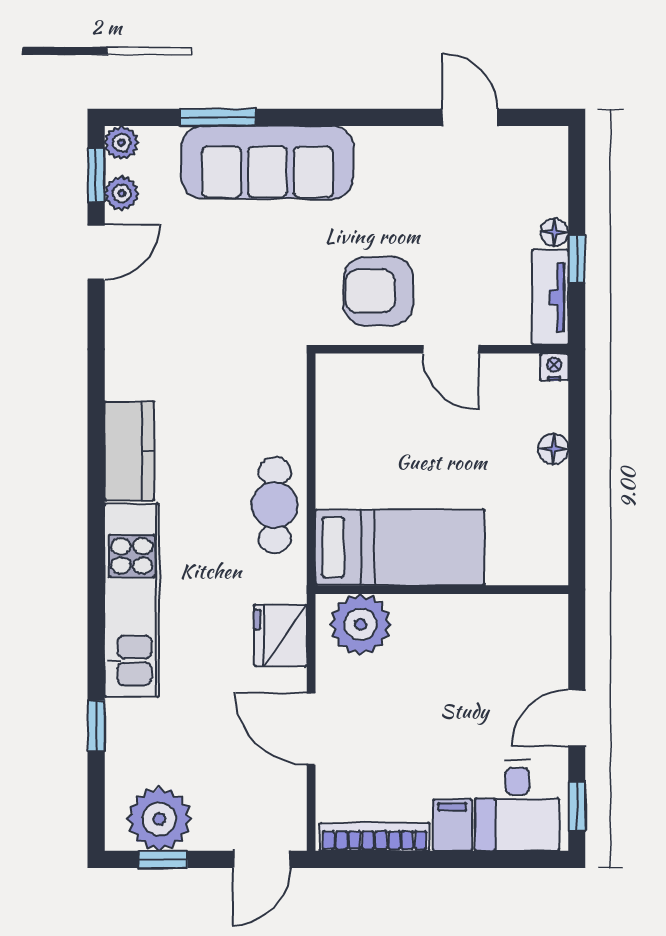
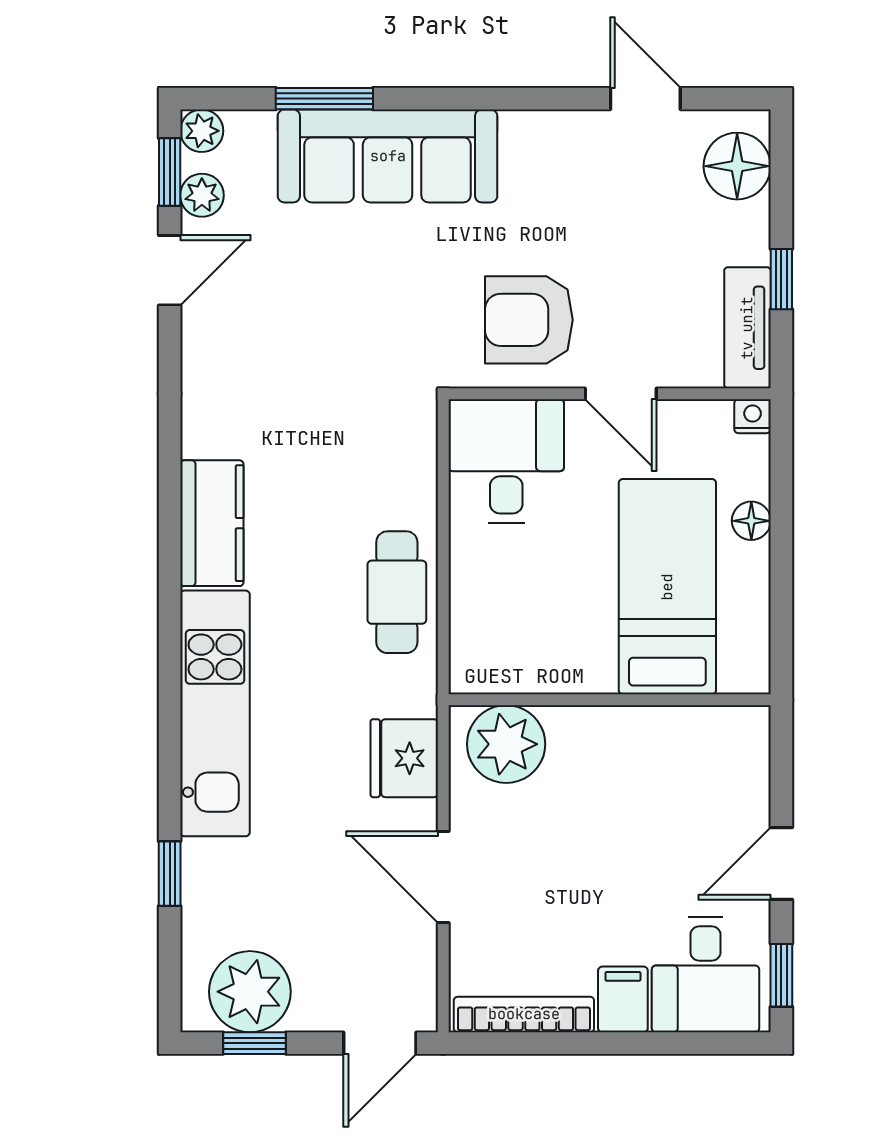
floor lamp: (554, 232) -> (737, 166), moved, width x1.89, depth x1.89
desk: (361, 402) -> (506, 461), added
bed: (400, 547) -> (667, 587), moved, turned -90

